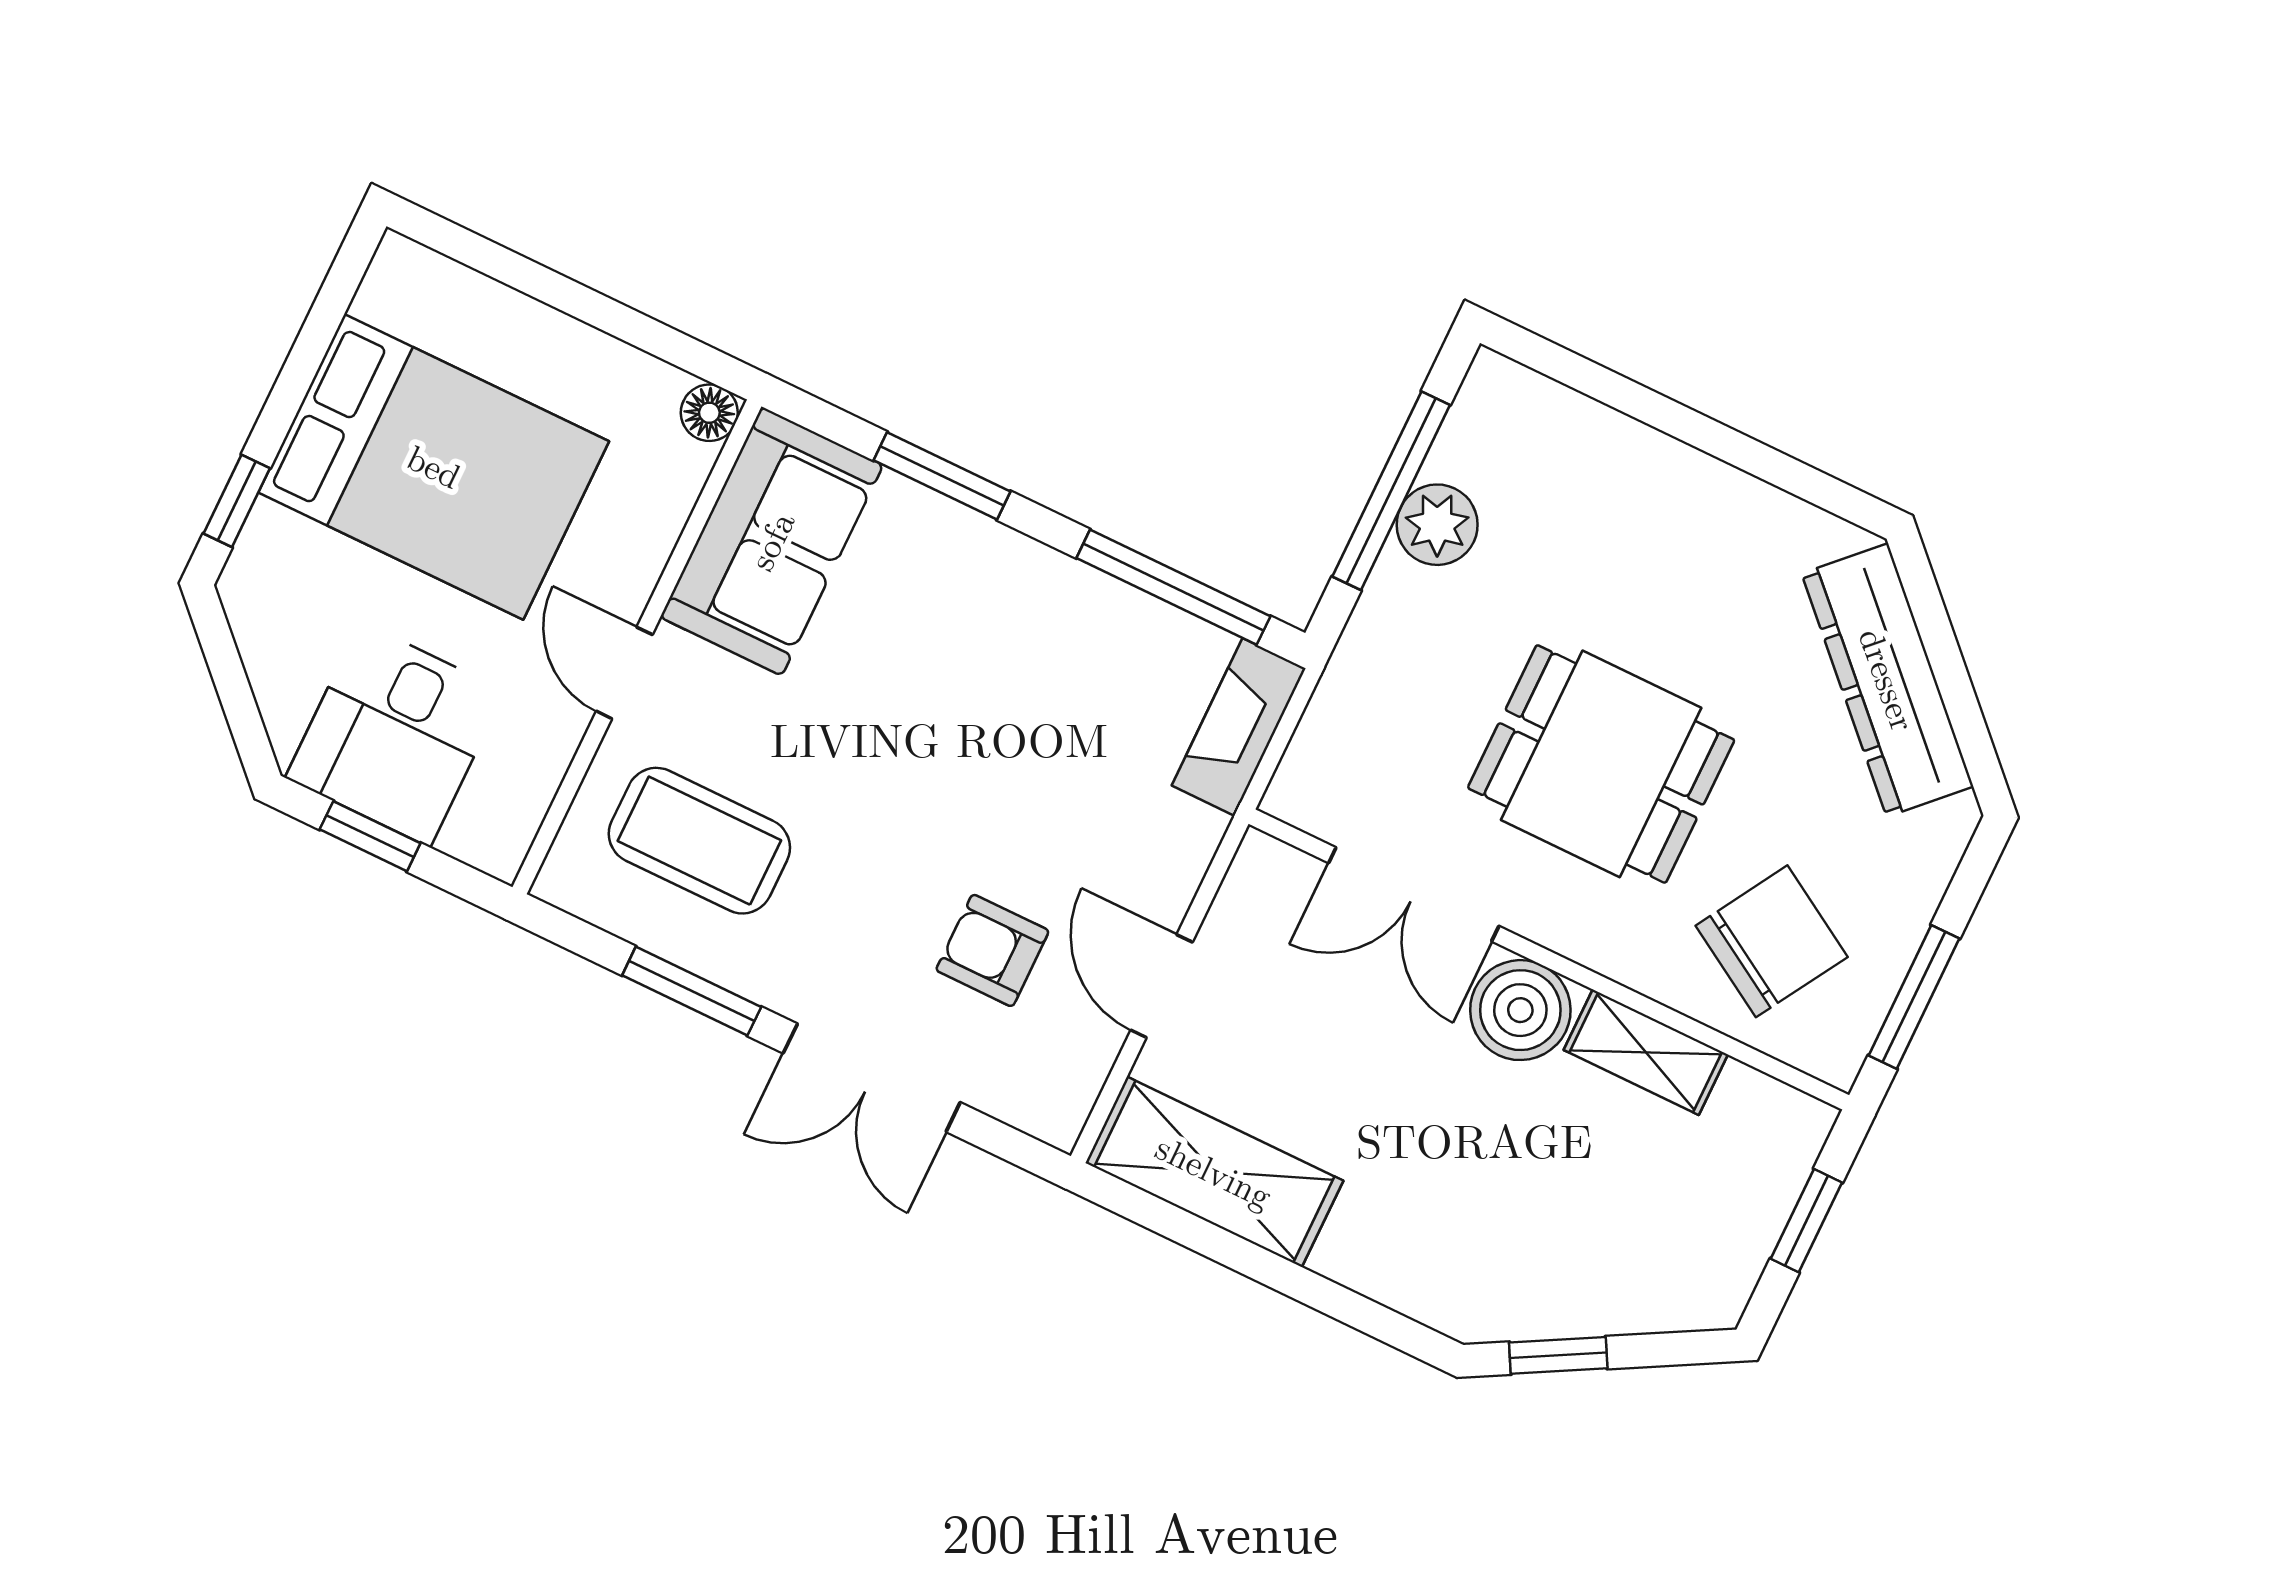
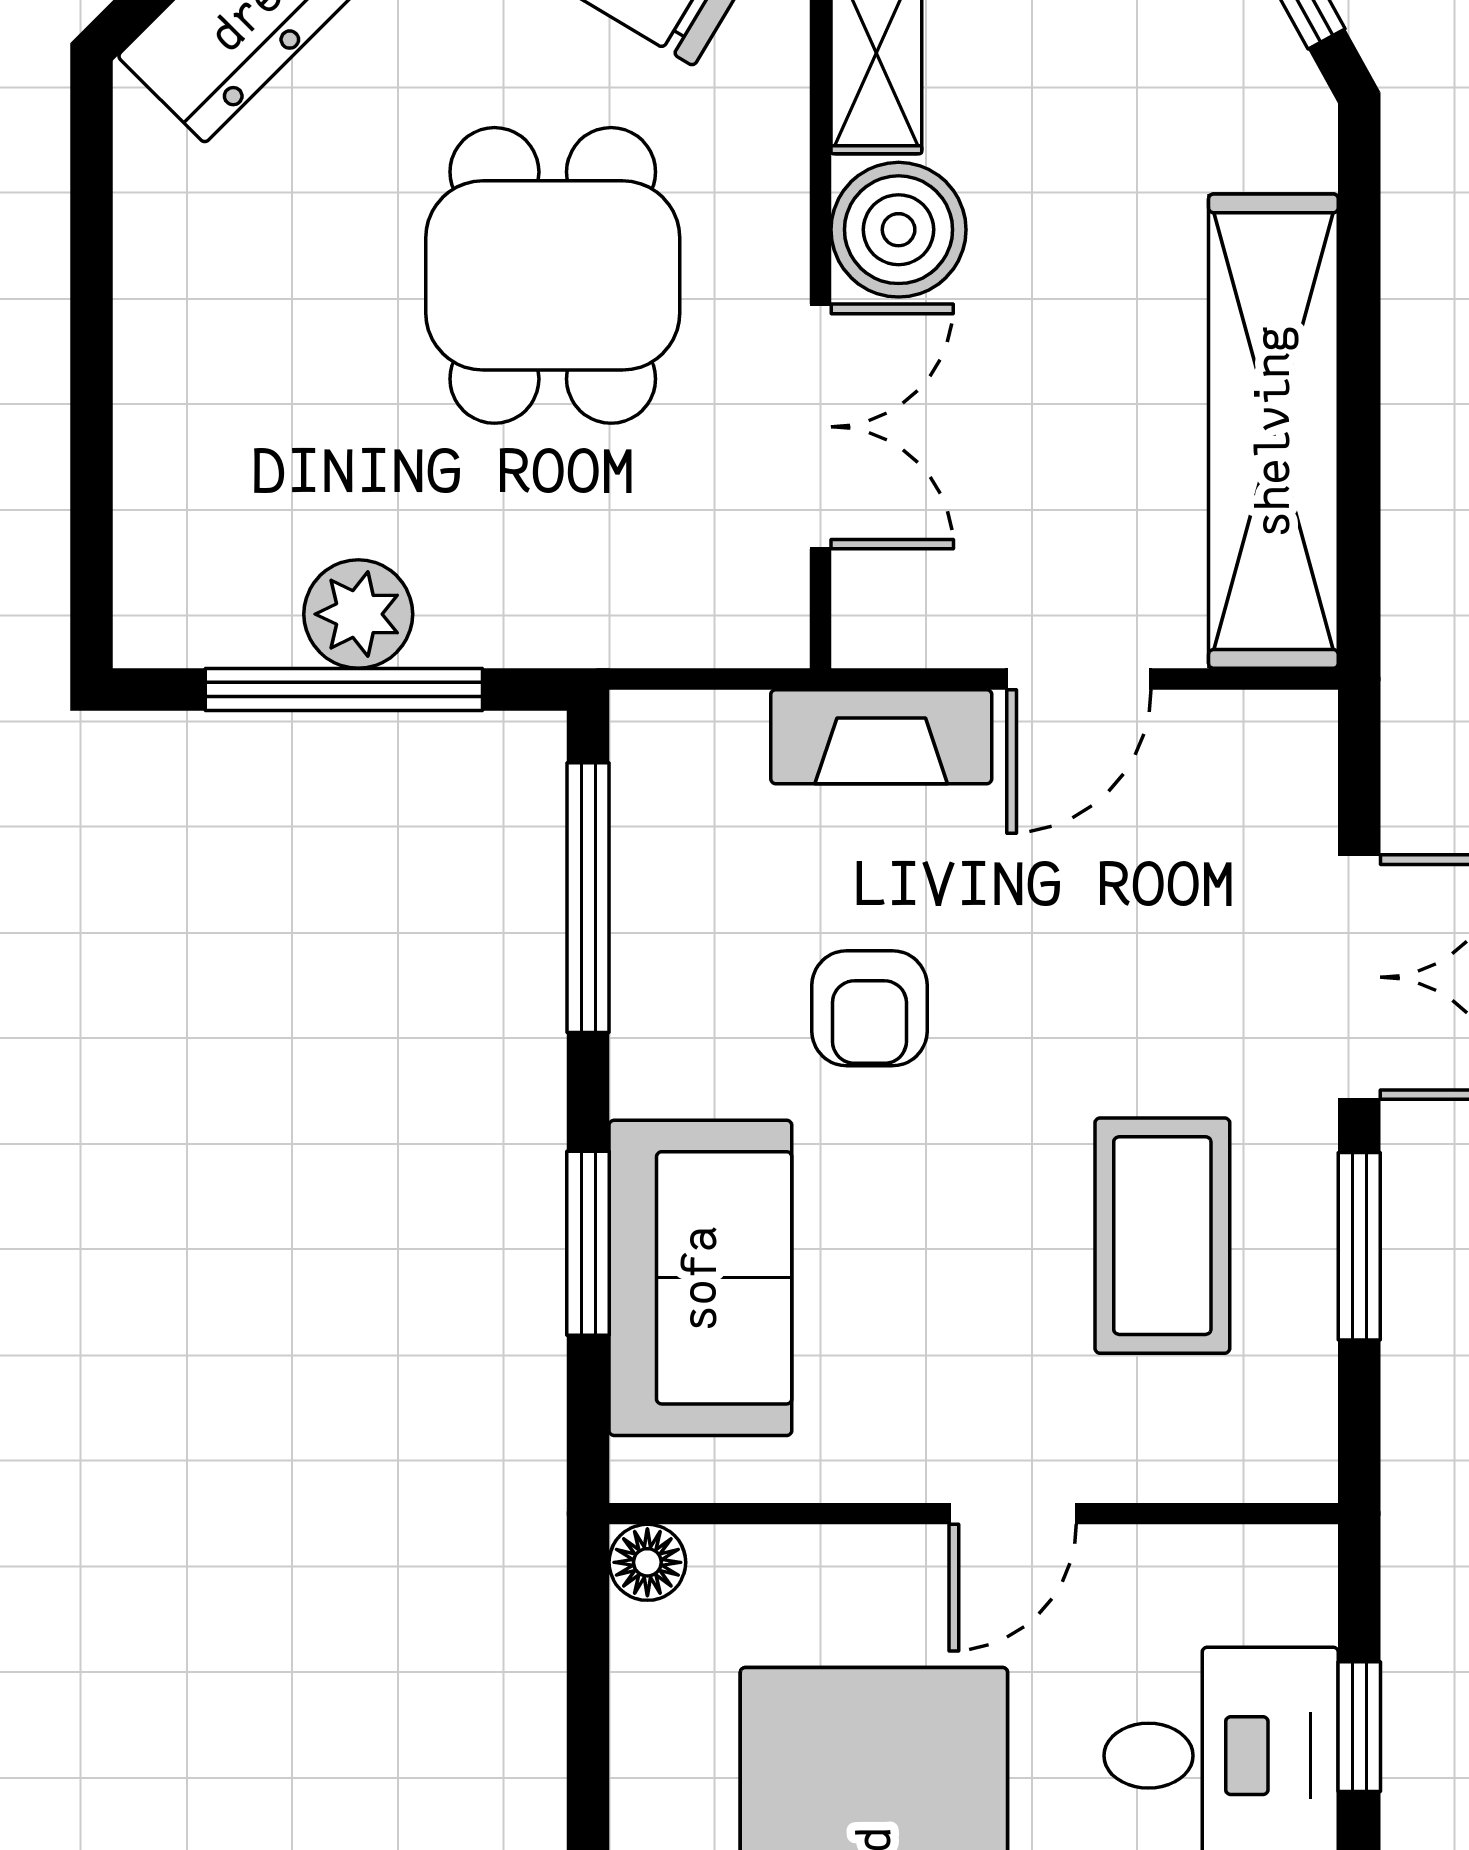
sofa: (772, 541) -> (700, 1278), moved, turned 90
fireplace: (1239, 727) -> (881, 737), moved
coffee table: (699, 841) -> (1162, 1236), moved
armchair: (992, 950) -> (869, 1008), moved
shelving: (1214, 1172) -> (1273, 431), width x1.47

